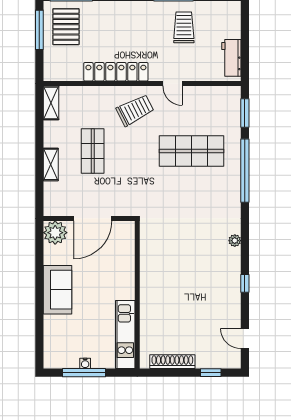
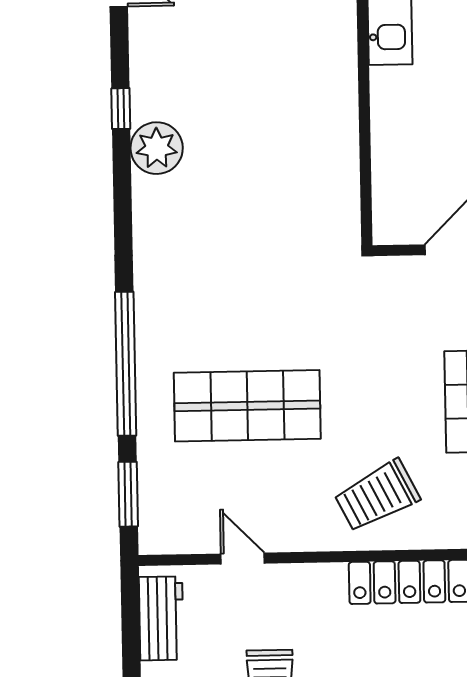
door: (172, 84) -> (243, 559), moved
plant: (235, 241) -> (157, 148), moved, width x1.87, depth x1.87

